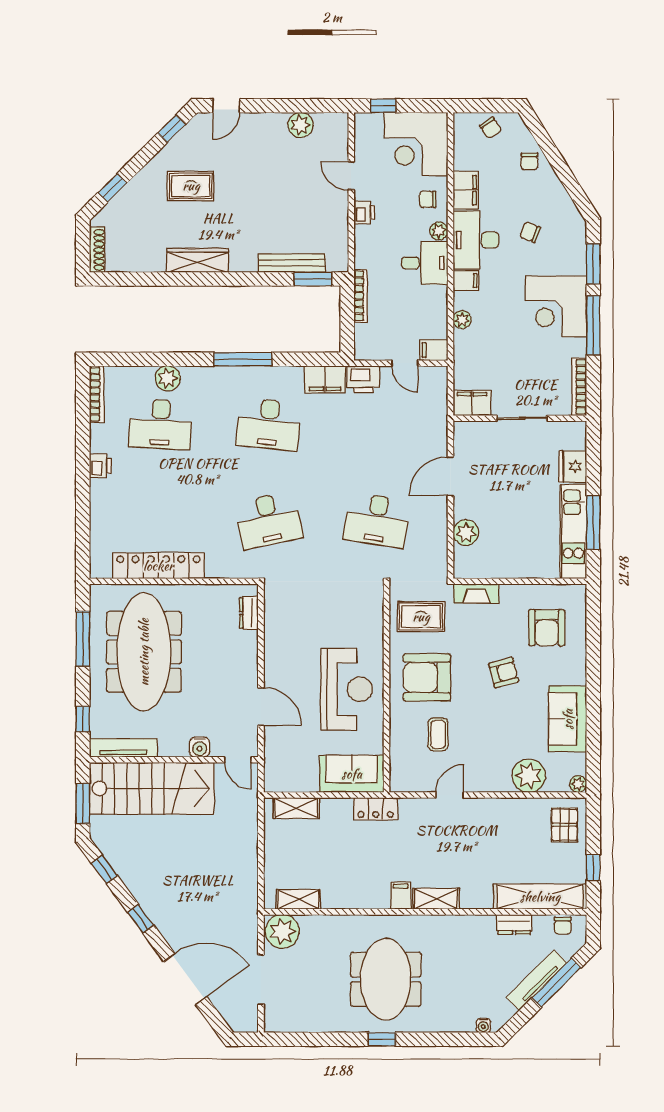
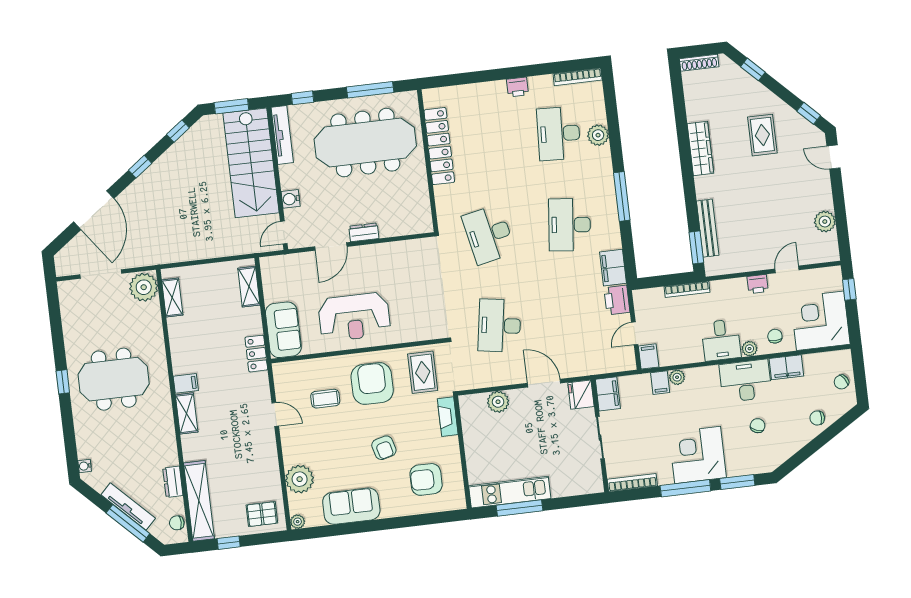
filing cabinet: (466, 281) -> (660, 383), moved
fridge: (573, 467) -> (581, 395), moved, turned -90
dresser: (249, 613) -> (364, 232), moved

